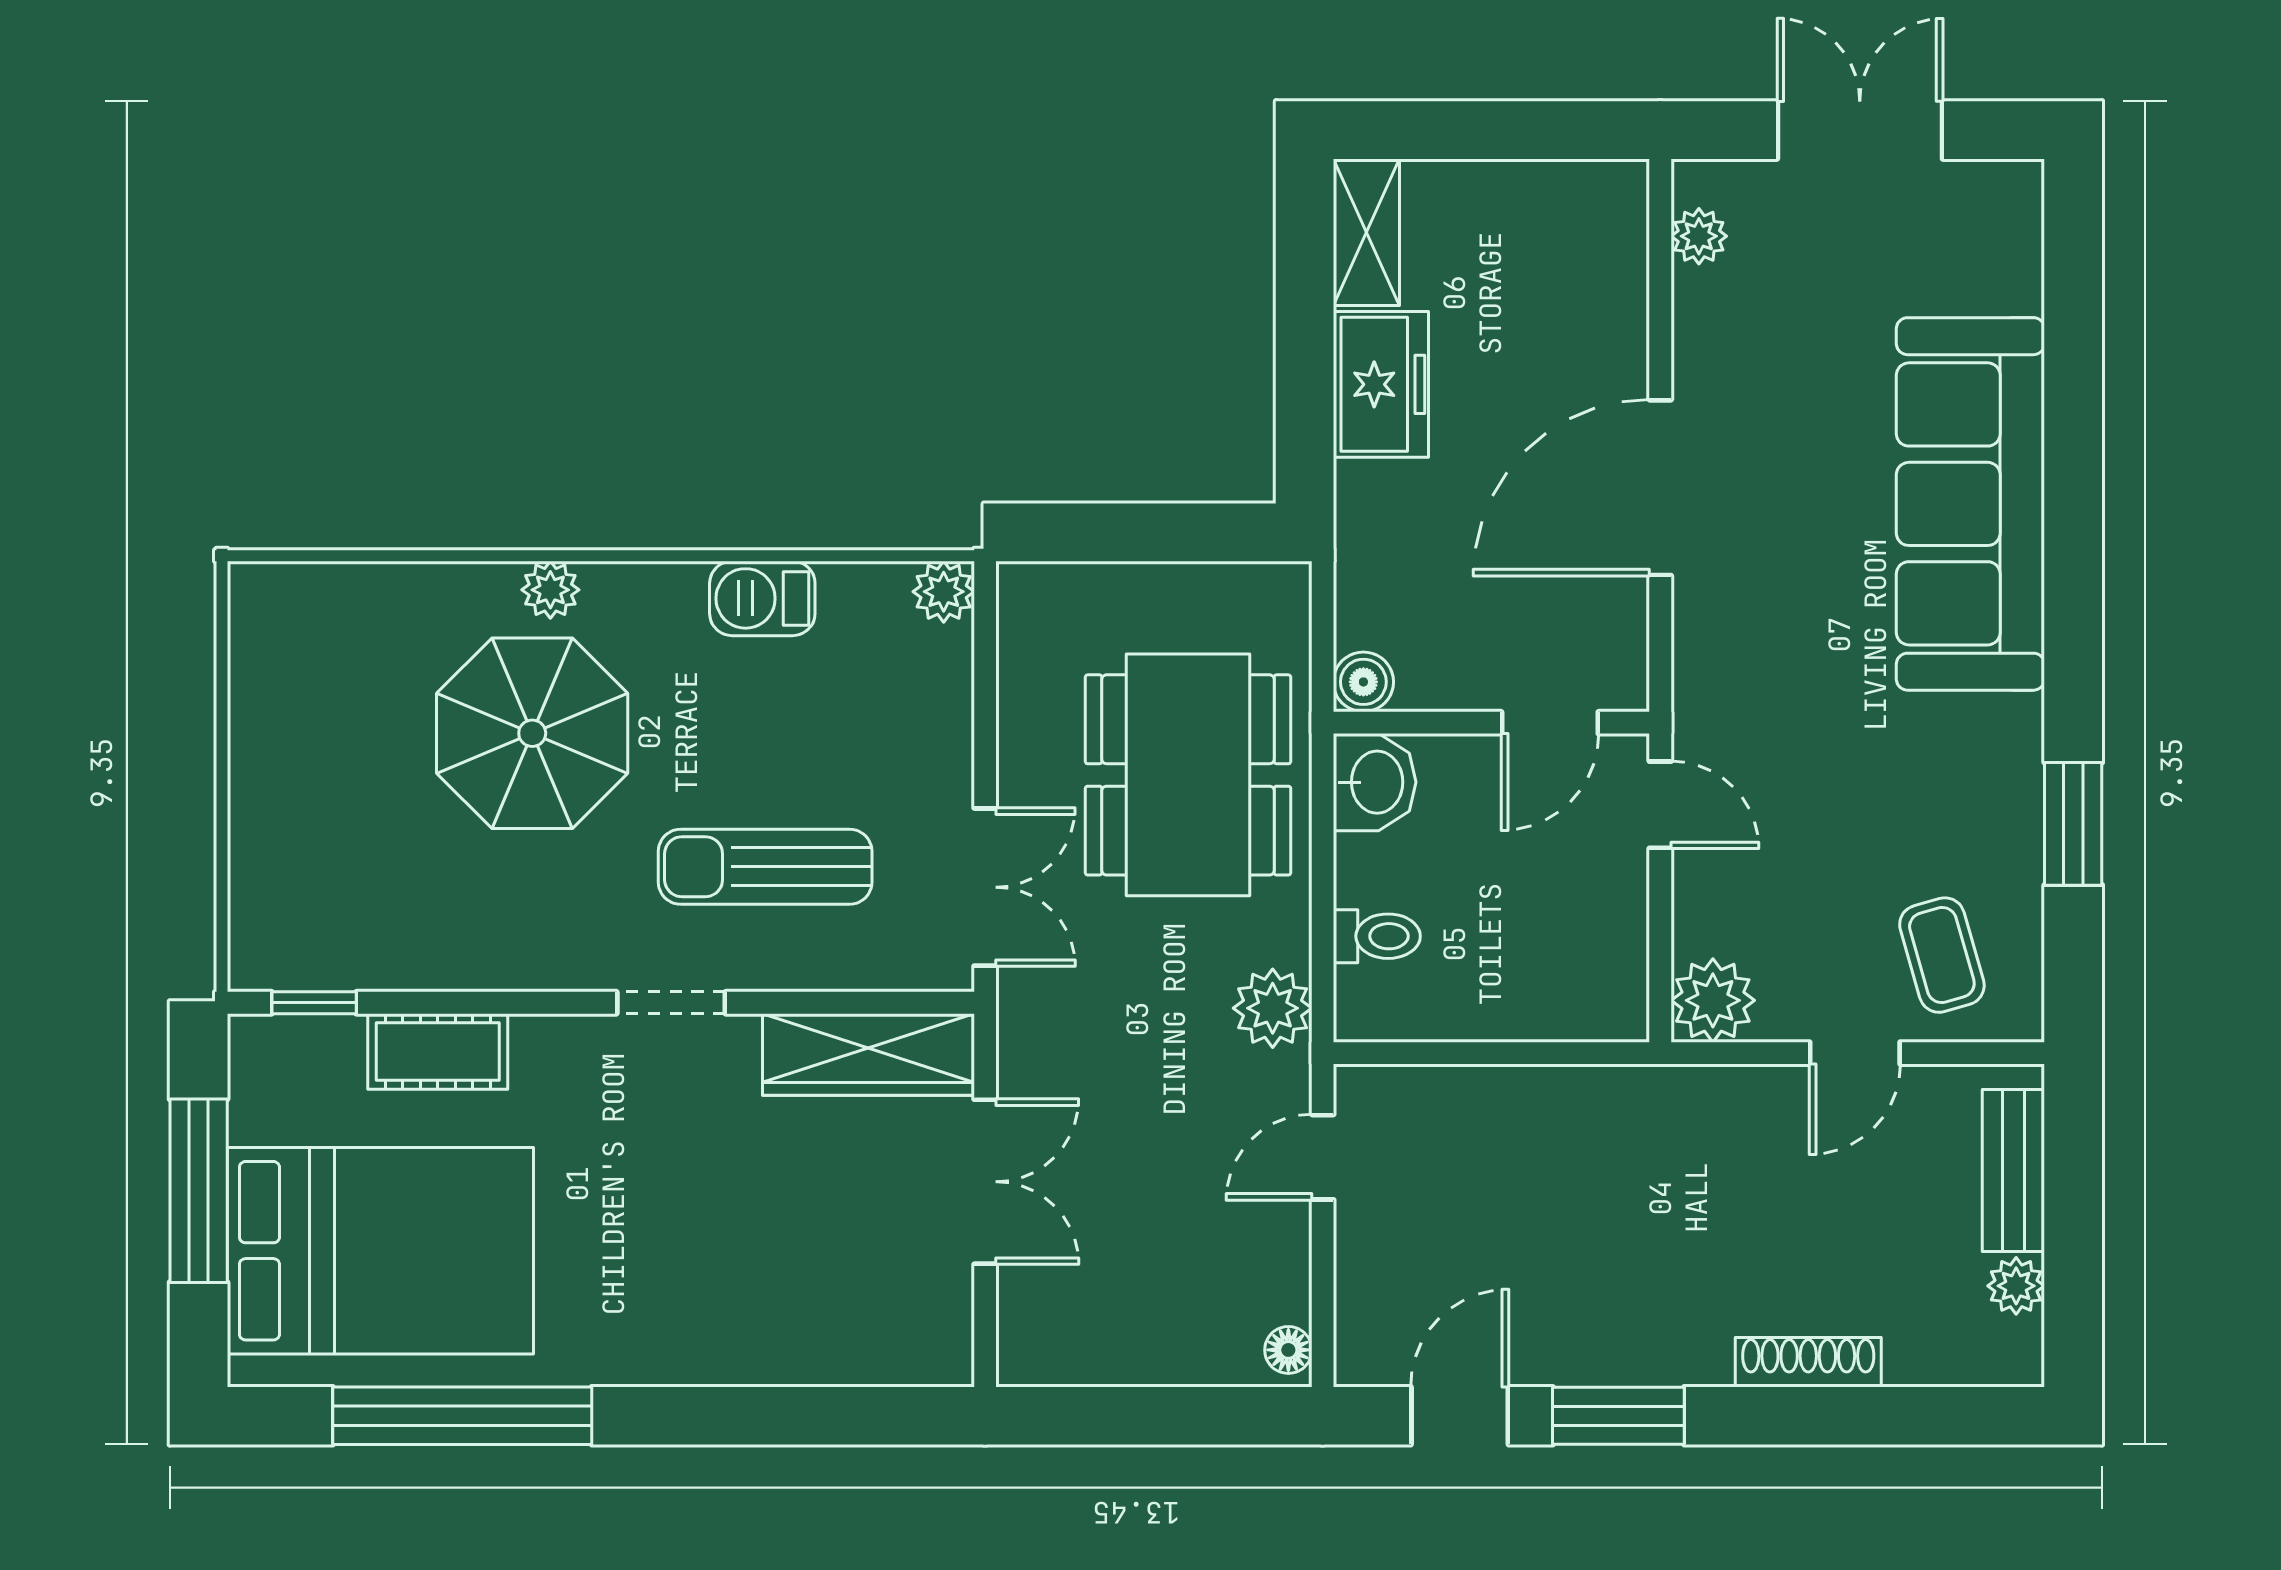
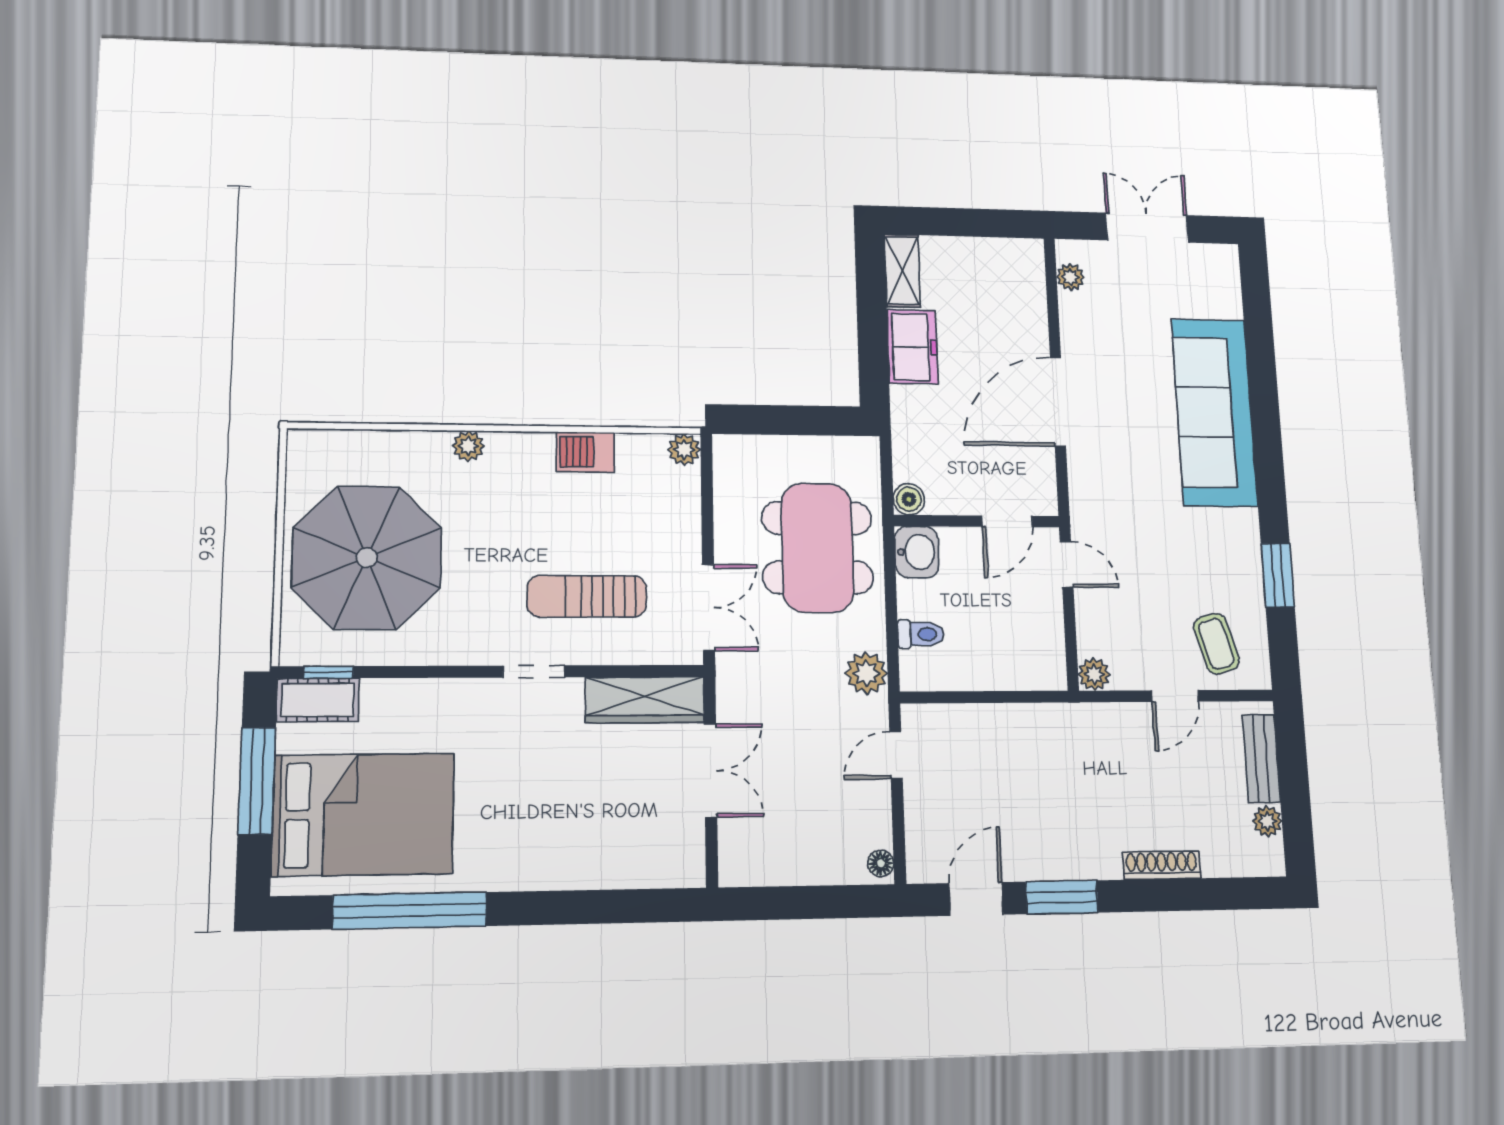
parasol: (532, 733) -> (367, 558), moved, width x1.36, depth x1.36
plant: (1713, 1000) -> (1094, 674), width x0.73, depth x0.73
cot: (438, 1052) -> (318, 700), moved

